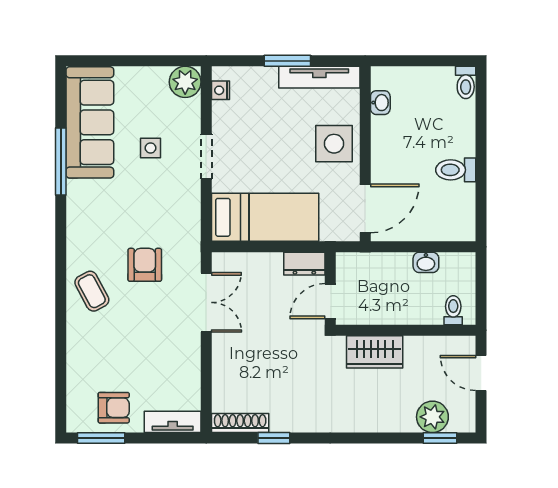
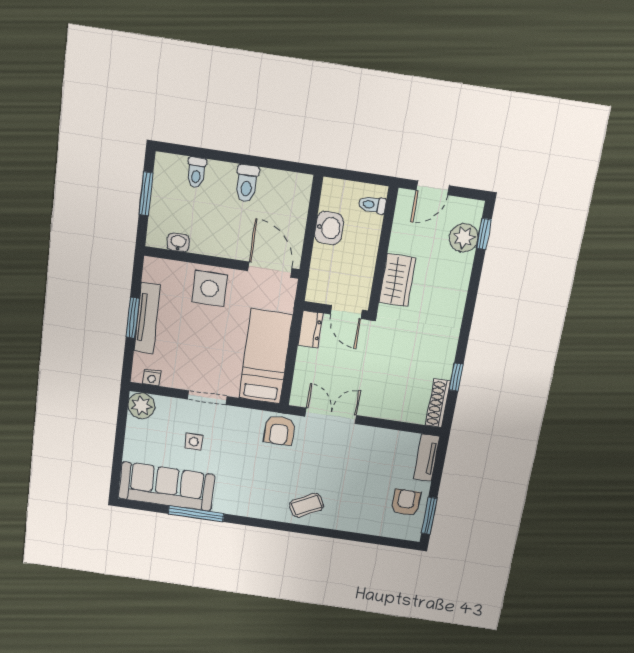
window: (429, 61) -> (146, 194), added
tv unit: (319, 77) -> (147, 318), moved
toilet: (466, 82) -> (196, 172), moved, turned 90
washbasin: (426, 262) -> (329, 228), width x1.38, depth x1.45
armchair: (145, 265) -> (279, 430), moved, turned -90

